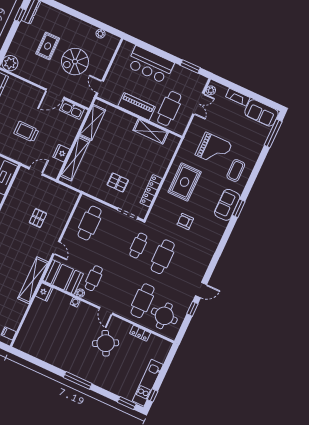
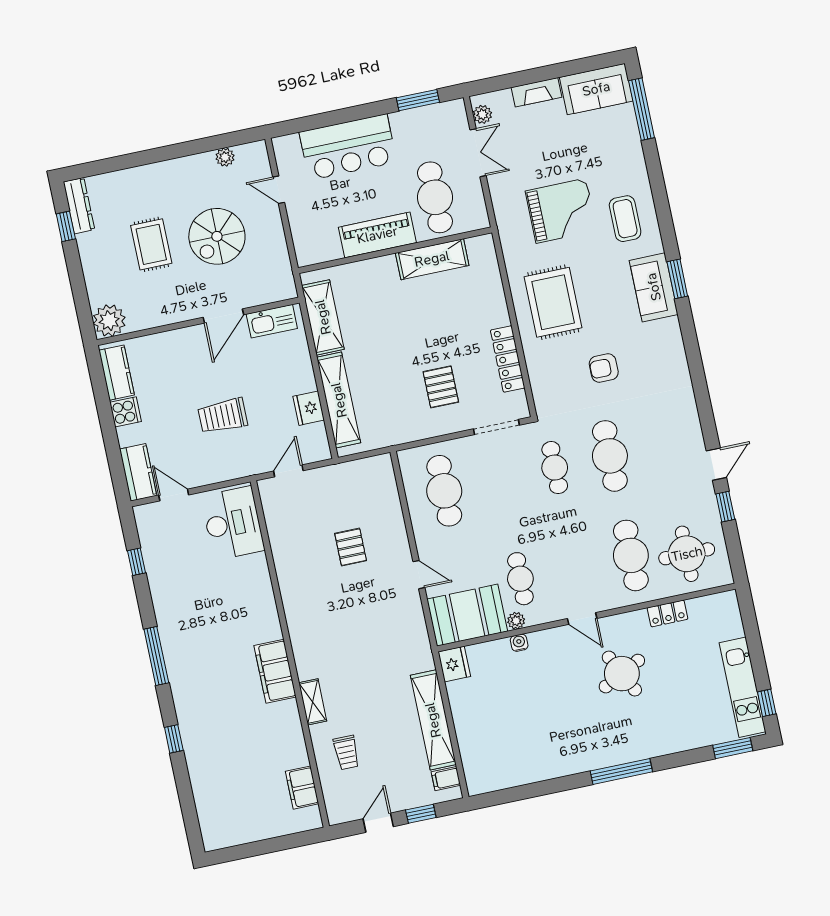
door: (100, 87) -> (279, 190), moved
pallet: (118, 182) -> (441, 387), turned 90
shelving: (33, 280) -> (433, 720), moved

